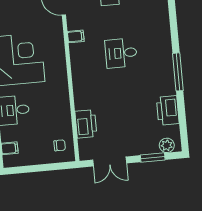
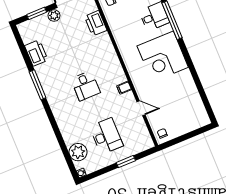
desk: (121, 53) -> (85, 86), turned 90
plant: (167, 145) -> (54, 16), moved

